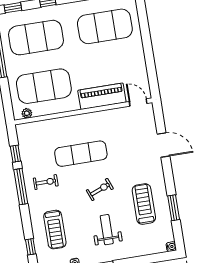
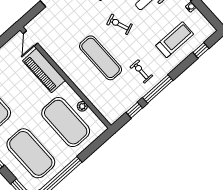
plant: (27, 113) -> (82, 106), moved

